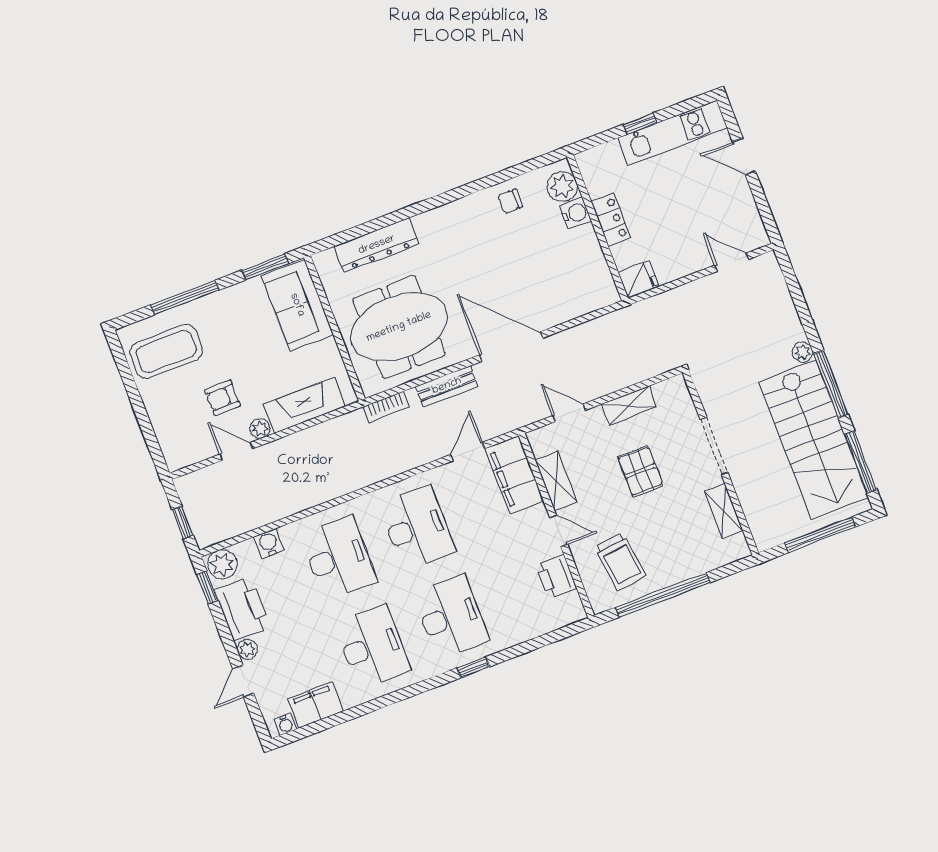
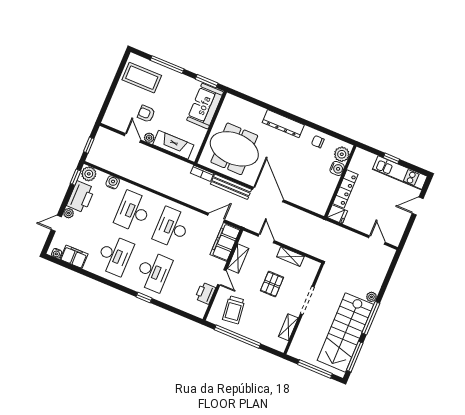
door: (744, 157) -> (418, 206), hinge flipped
locker: (611, 220) -> (345, 189), width x1.53
dresser: (377, 245) -> (283, 124), moved
bench: (447, 386) -> (231, 187), width x1.36
desk: (417, 528) -> (172, 228), turned 180
desk: (339, 558) -> (133, 212), turned 180

